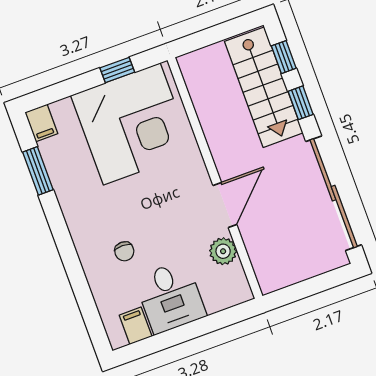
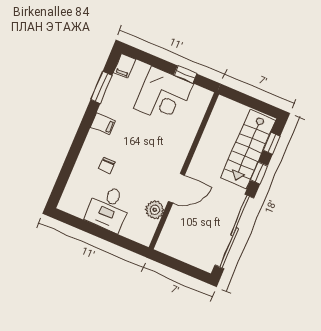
corner desk: (132, 124) -> (164, 96), width x0.74, depth x0.74
filing cabinet: (136, 326) -> (103, 124), moved, turned 90

